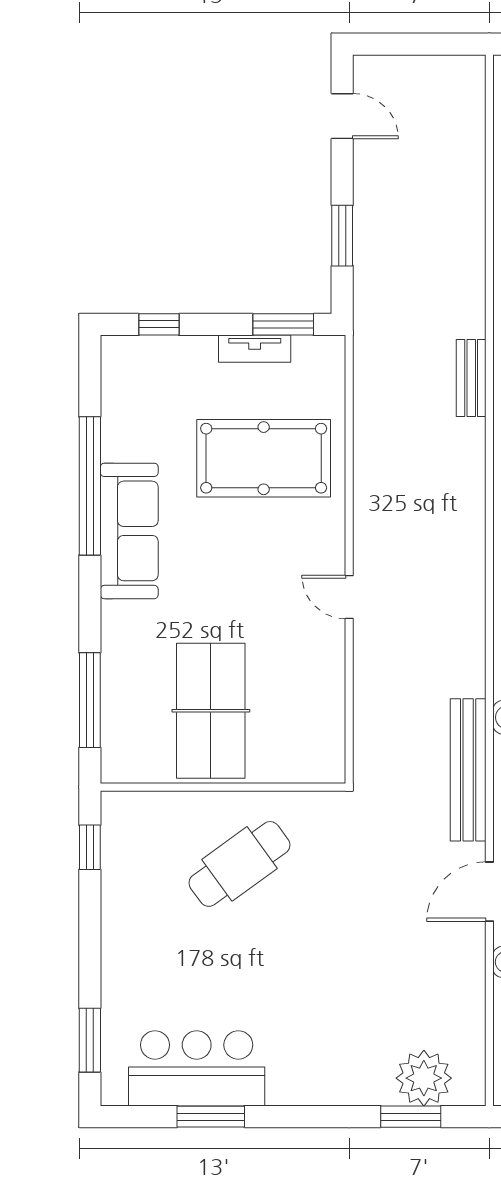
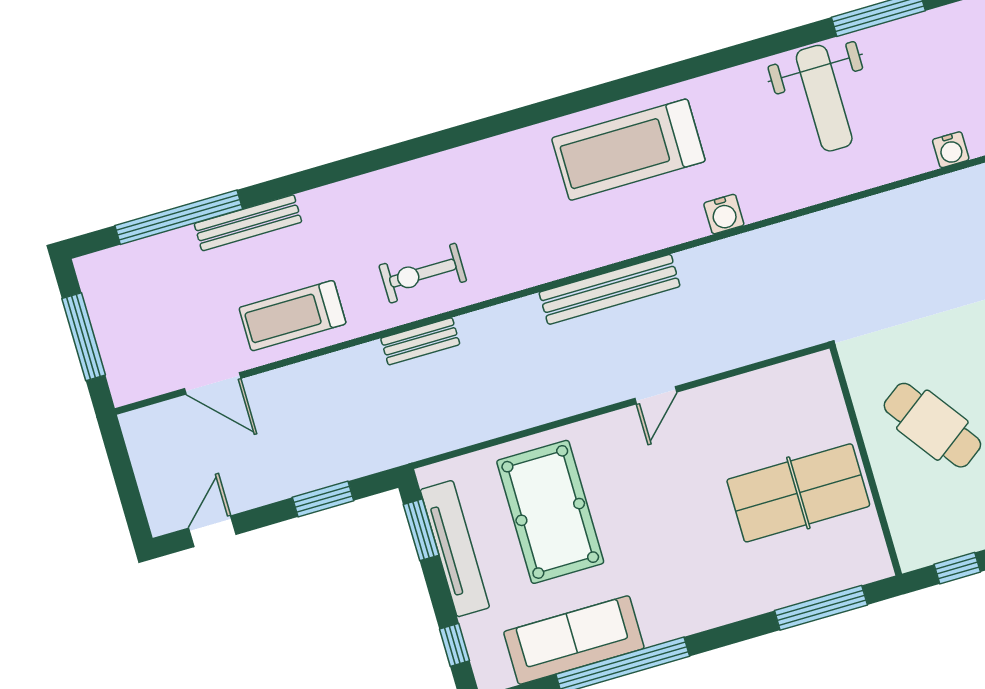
tv unit: (255, 349) -> (455, 549), width x1.92, depth x1.29
sofa: (129, 531) -> (574, 640), moved
bench: (468, 770) -> (610, 289), moved
door: (489, 892) -> (213, 383), moved

